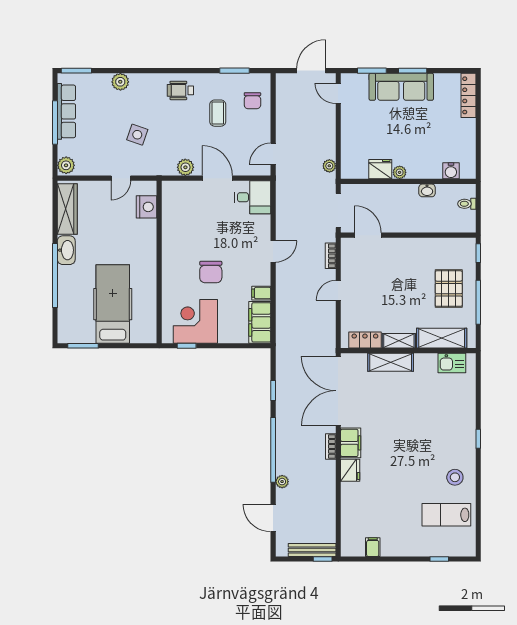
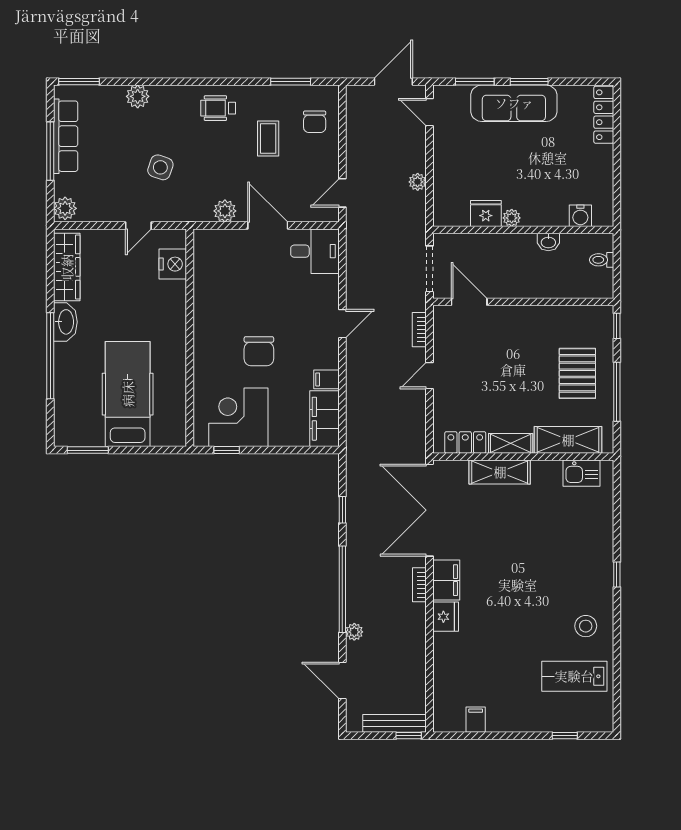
plant: (329, 166) -> (418, 182), moved

